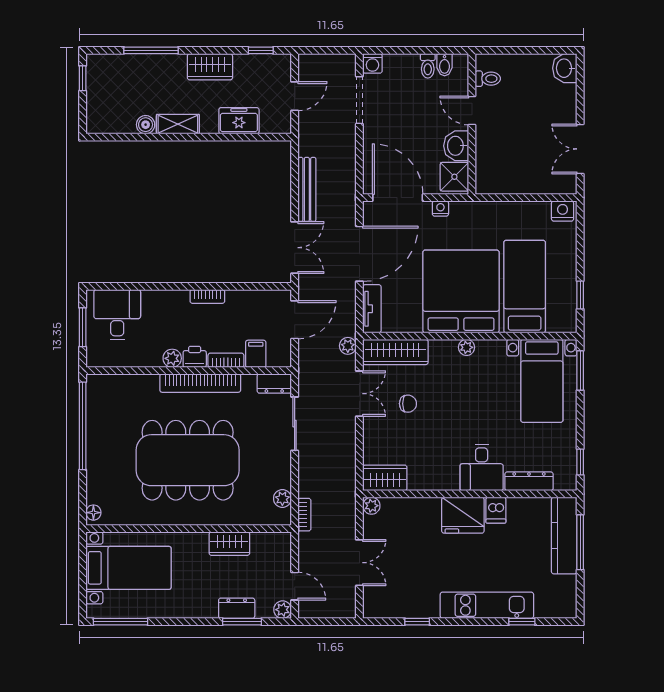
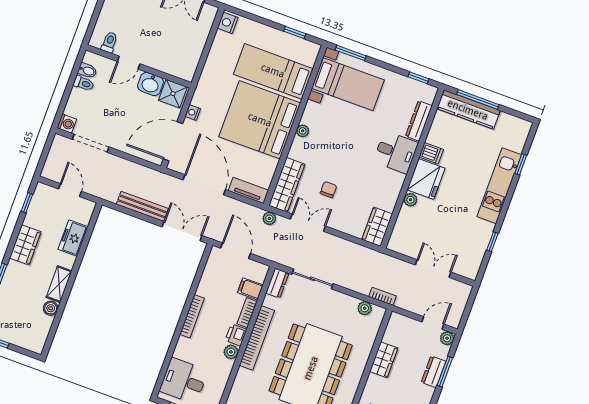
bookcase: (207, 296) -> (192, 316), width x1.56
plant: (371, 506) -> (410, 200), moved

